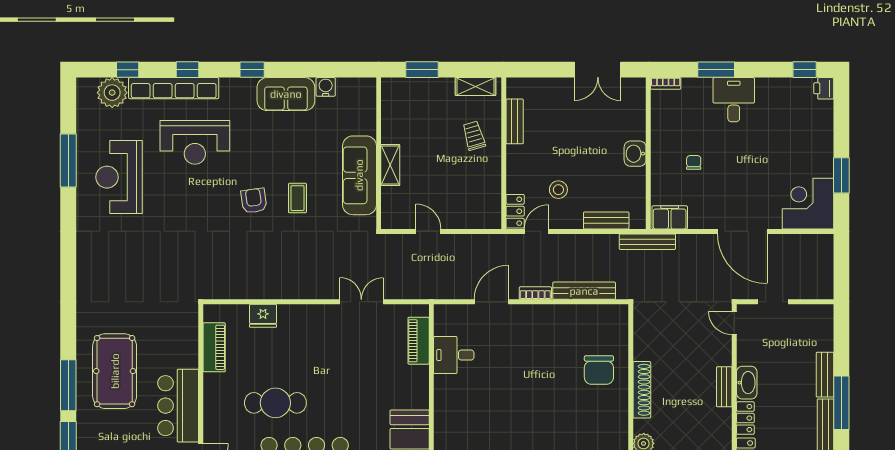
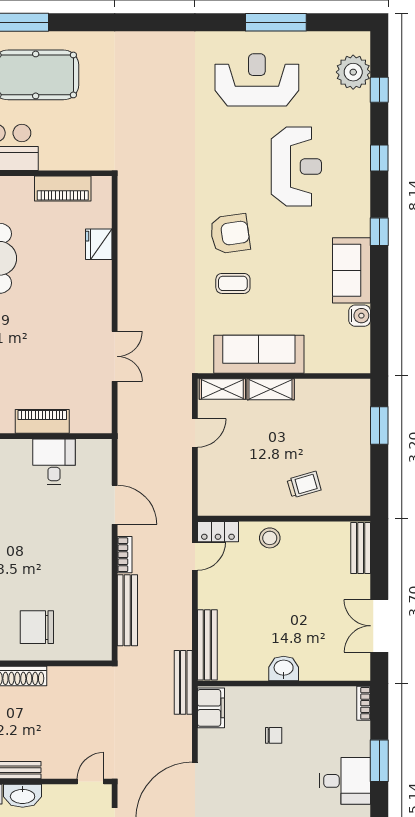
shelving: (476, 87) -> (222, 389), moved, turned 90
row of seats: (174, 88) -> (358, 142), removed
bench: (515, 121) -> (361, 548), moved, turned 90
reception desk: (195, 142) -> (296, 166), turned 180
stool: (558, 190) -> (270, 538), moved
armchair: (254, 201) -> (230, 234), width x1.38, depth x1.38
bench: (606, 220) -> (207, 645), width x1.36
door: (537, 231) -> (195, 556), hinge flipped
piano: (419, 341) -> (42, 421), moved

